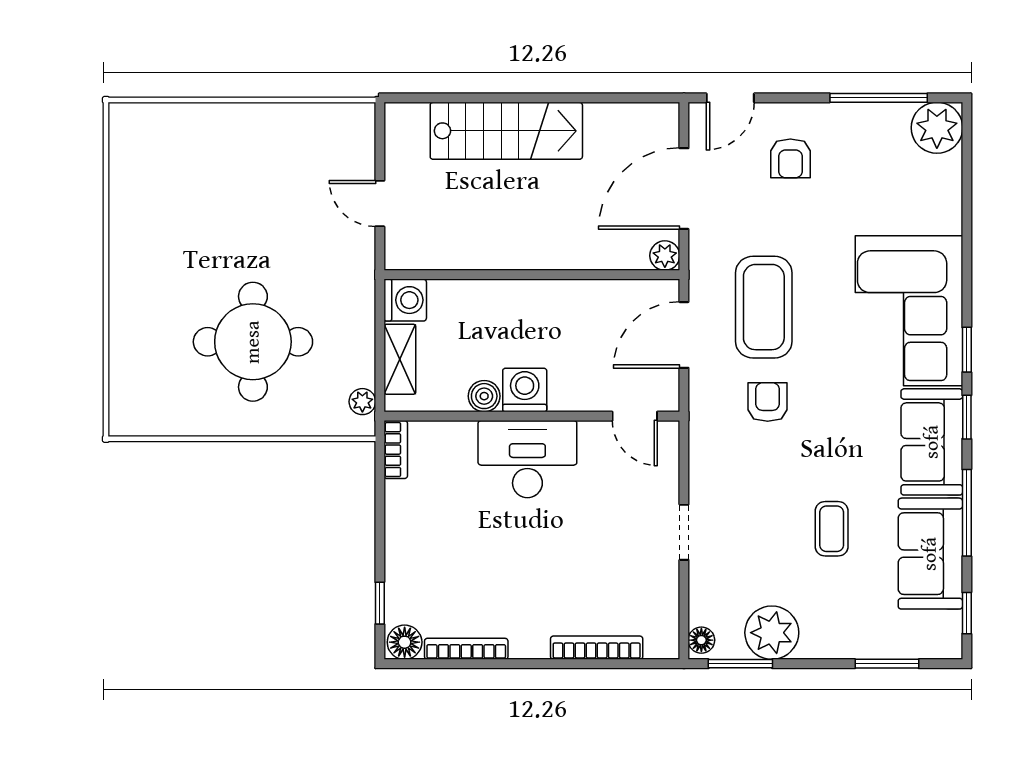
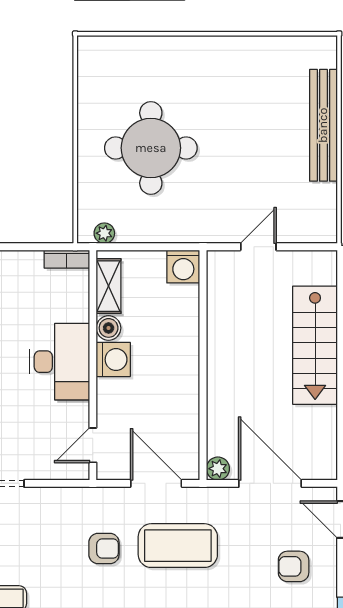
bench: (224, 120) -> (323, 125), added
shelving: (400, 359) -> (109, 286), moved, turned 90

